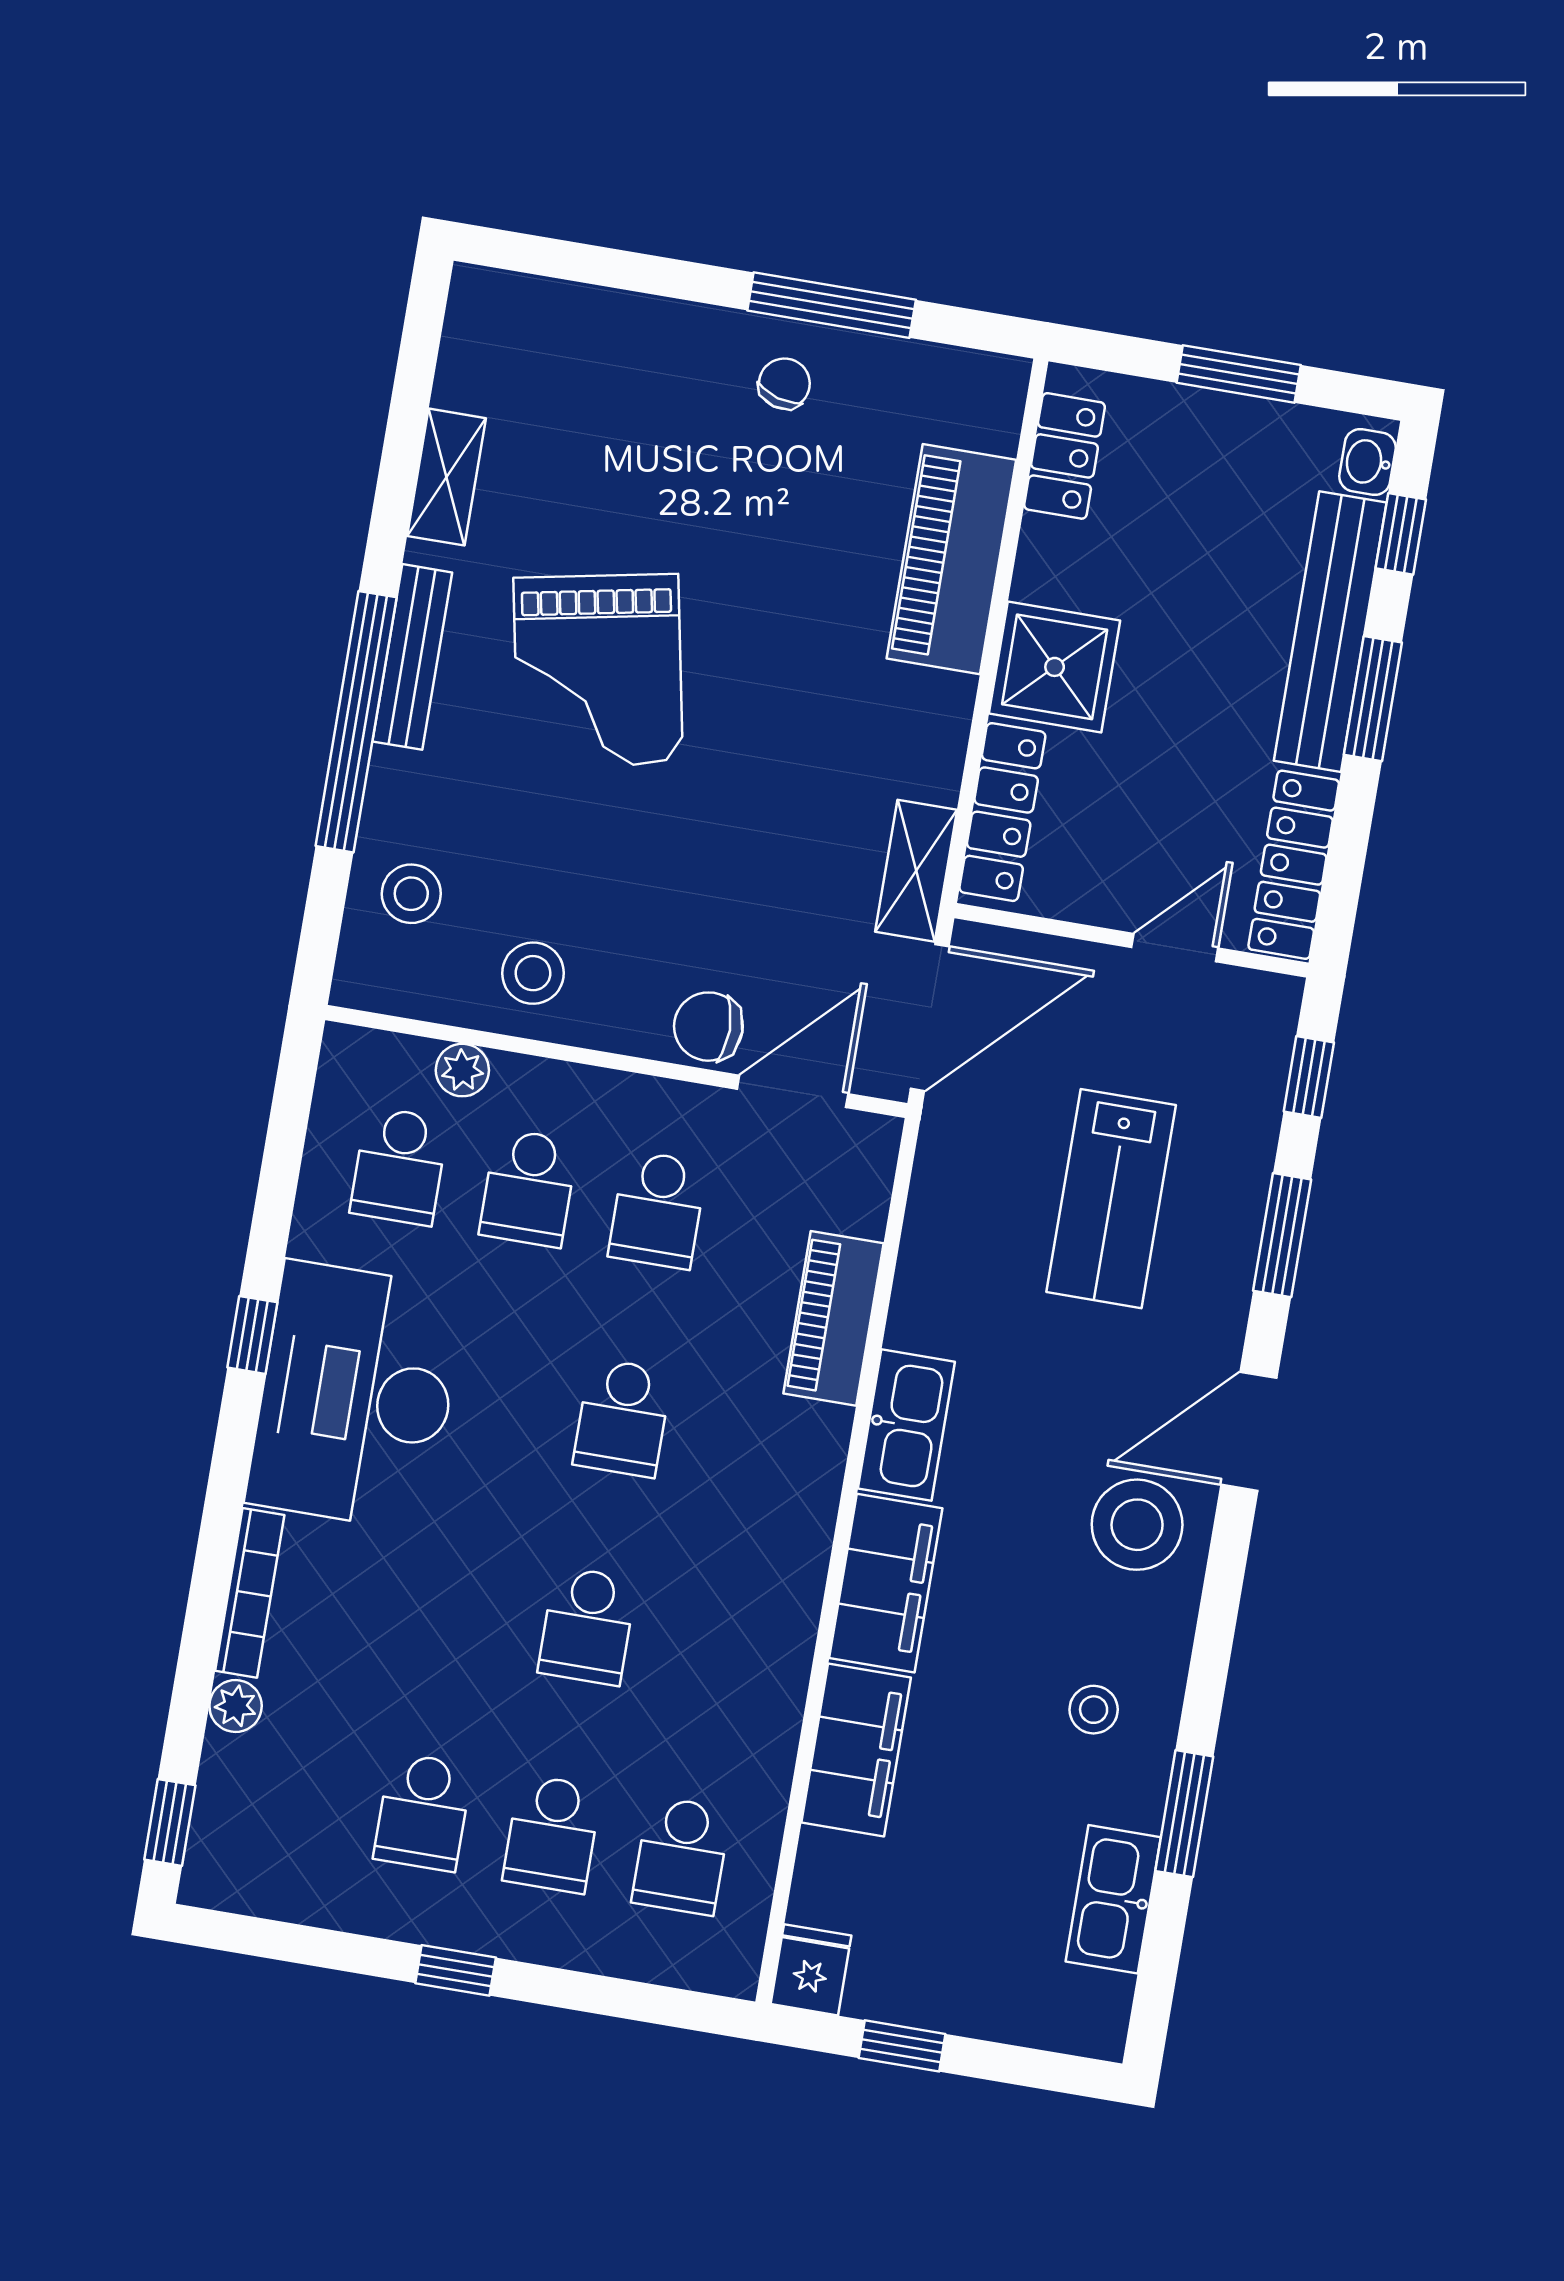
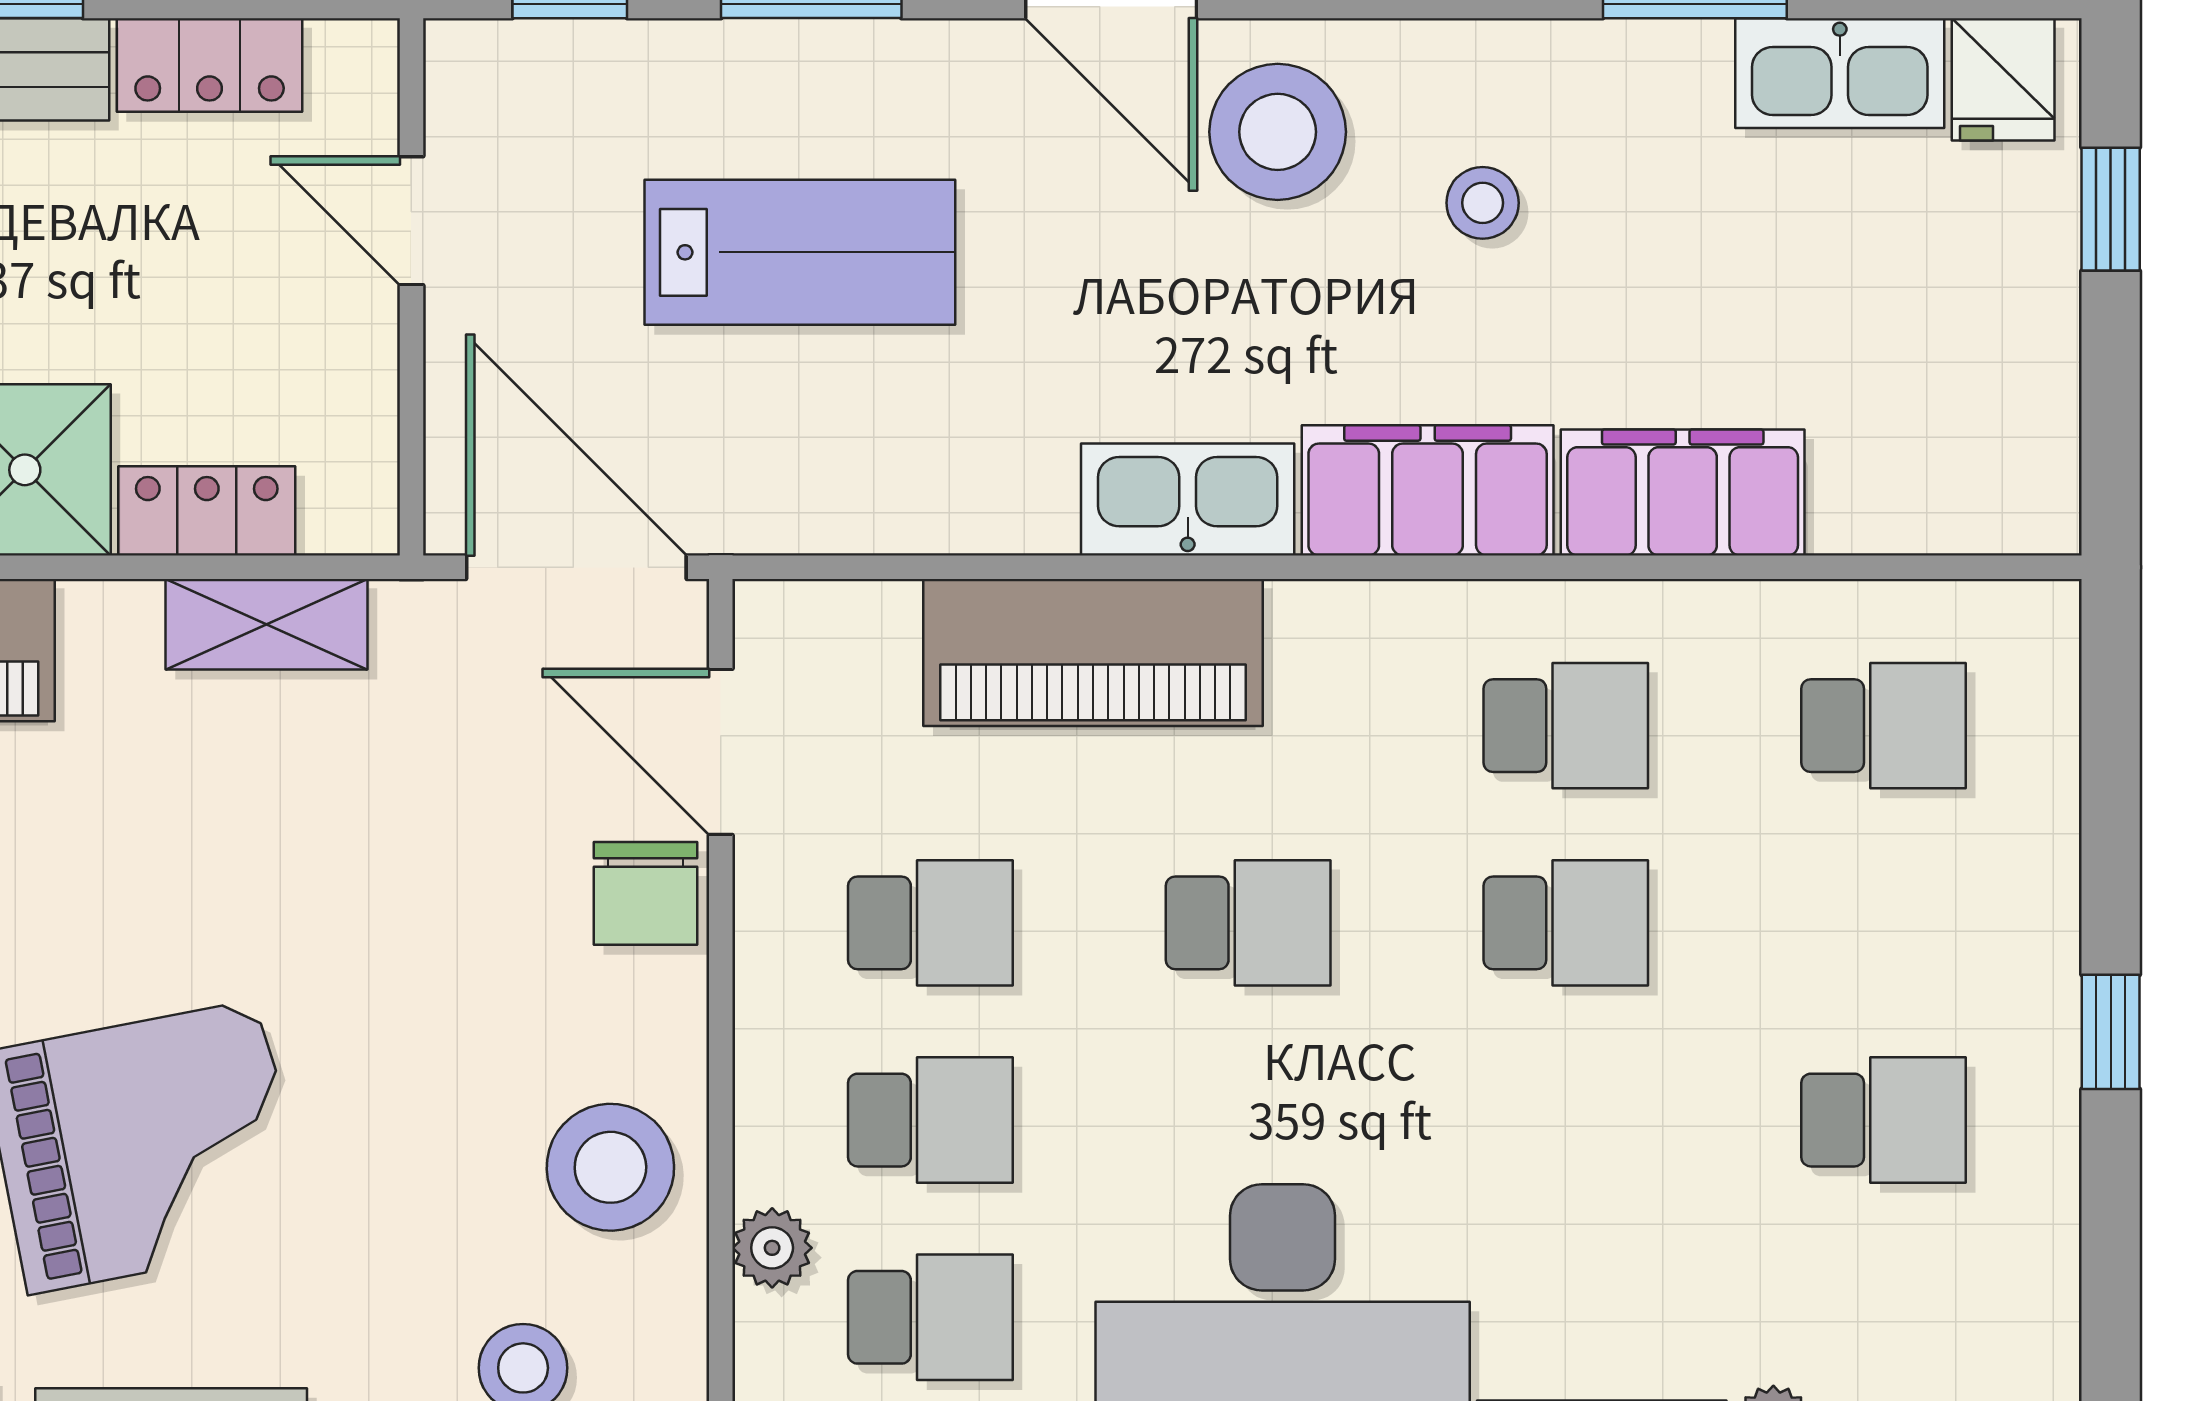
locker: (1002, 812) -> (207, 511), width x0.66
locker: (1294, 865) -> (210, 65), width x0.66
shelving: (916, 871) -> (267, 624), moved
stool: (533, 973) -> (610, 1167), width x1.38, depth x1.38
piano: (834, 1318) -> (1093, 652), width x1.37, depth x1.33
stool: (1094, 1710) -> (1483, 203), moved
school desk: (552, 1834) -> (1566, 726), moved
fridge: (811, 1970) -> (2003, 79), moved, turned -90
window: (902, 2046) -> (2111, 209), moved

